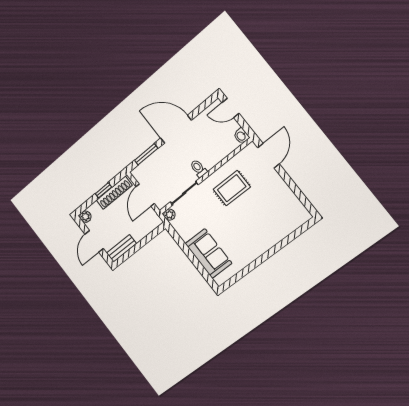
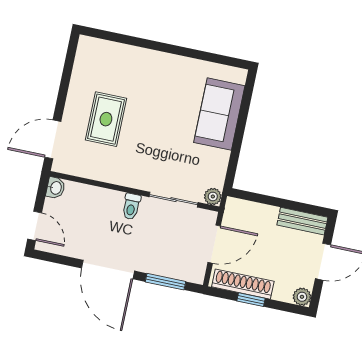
rug: (232, 188) -> (106, 119), moved, turned 90

